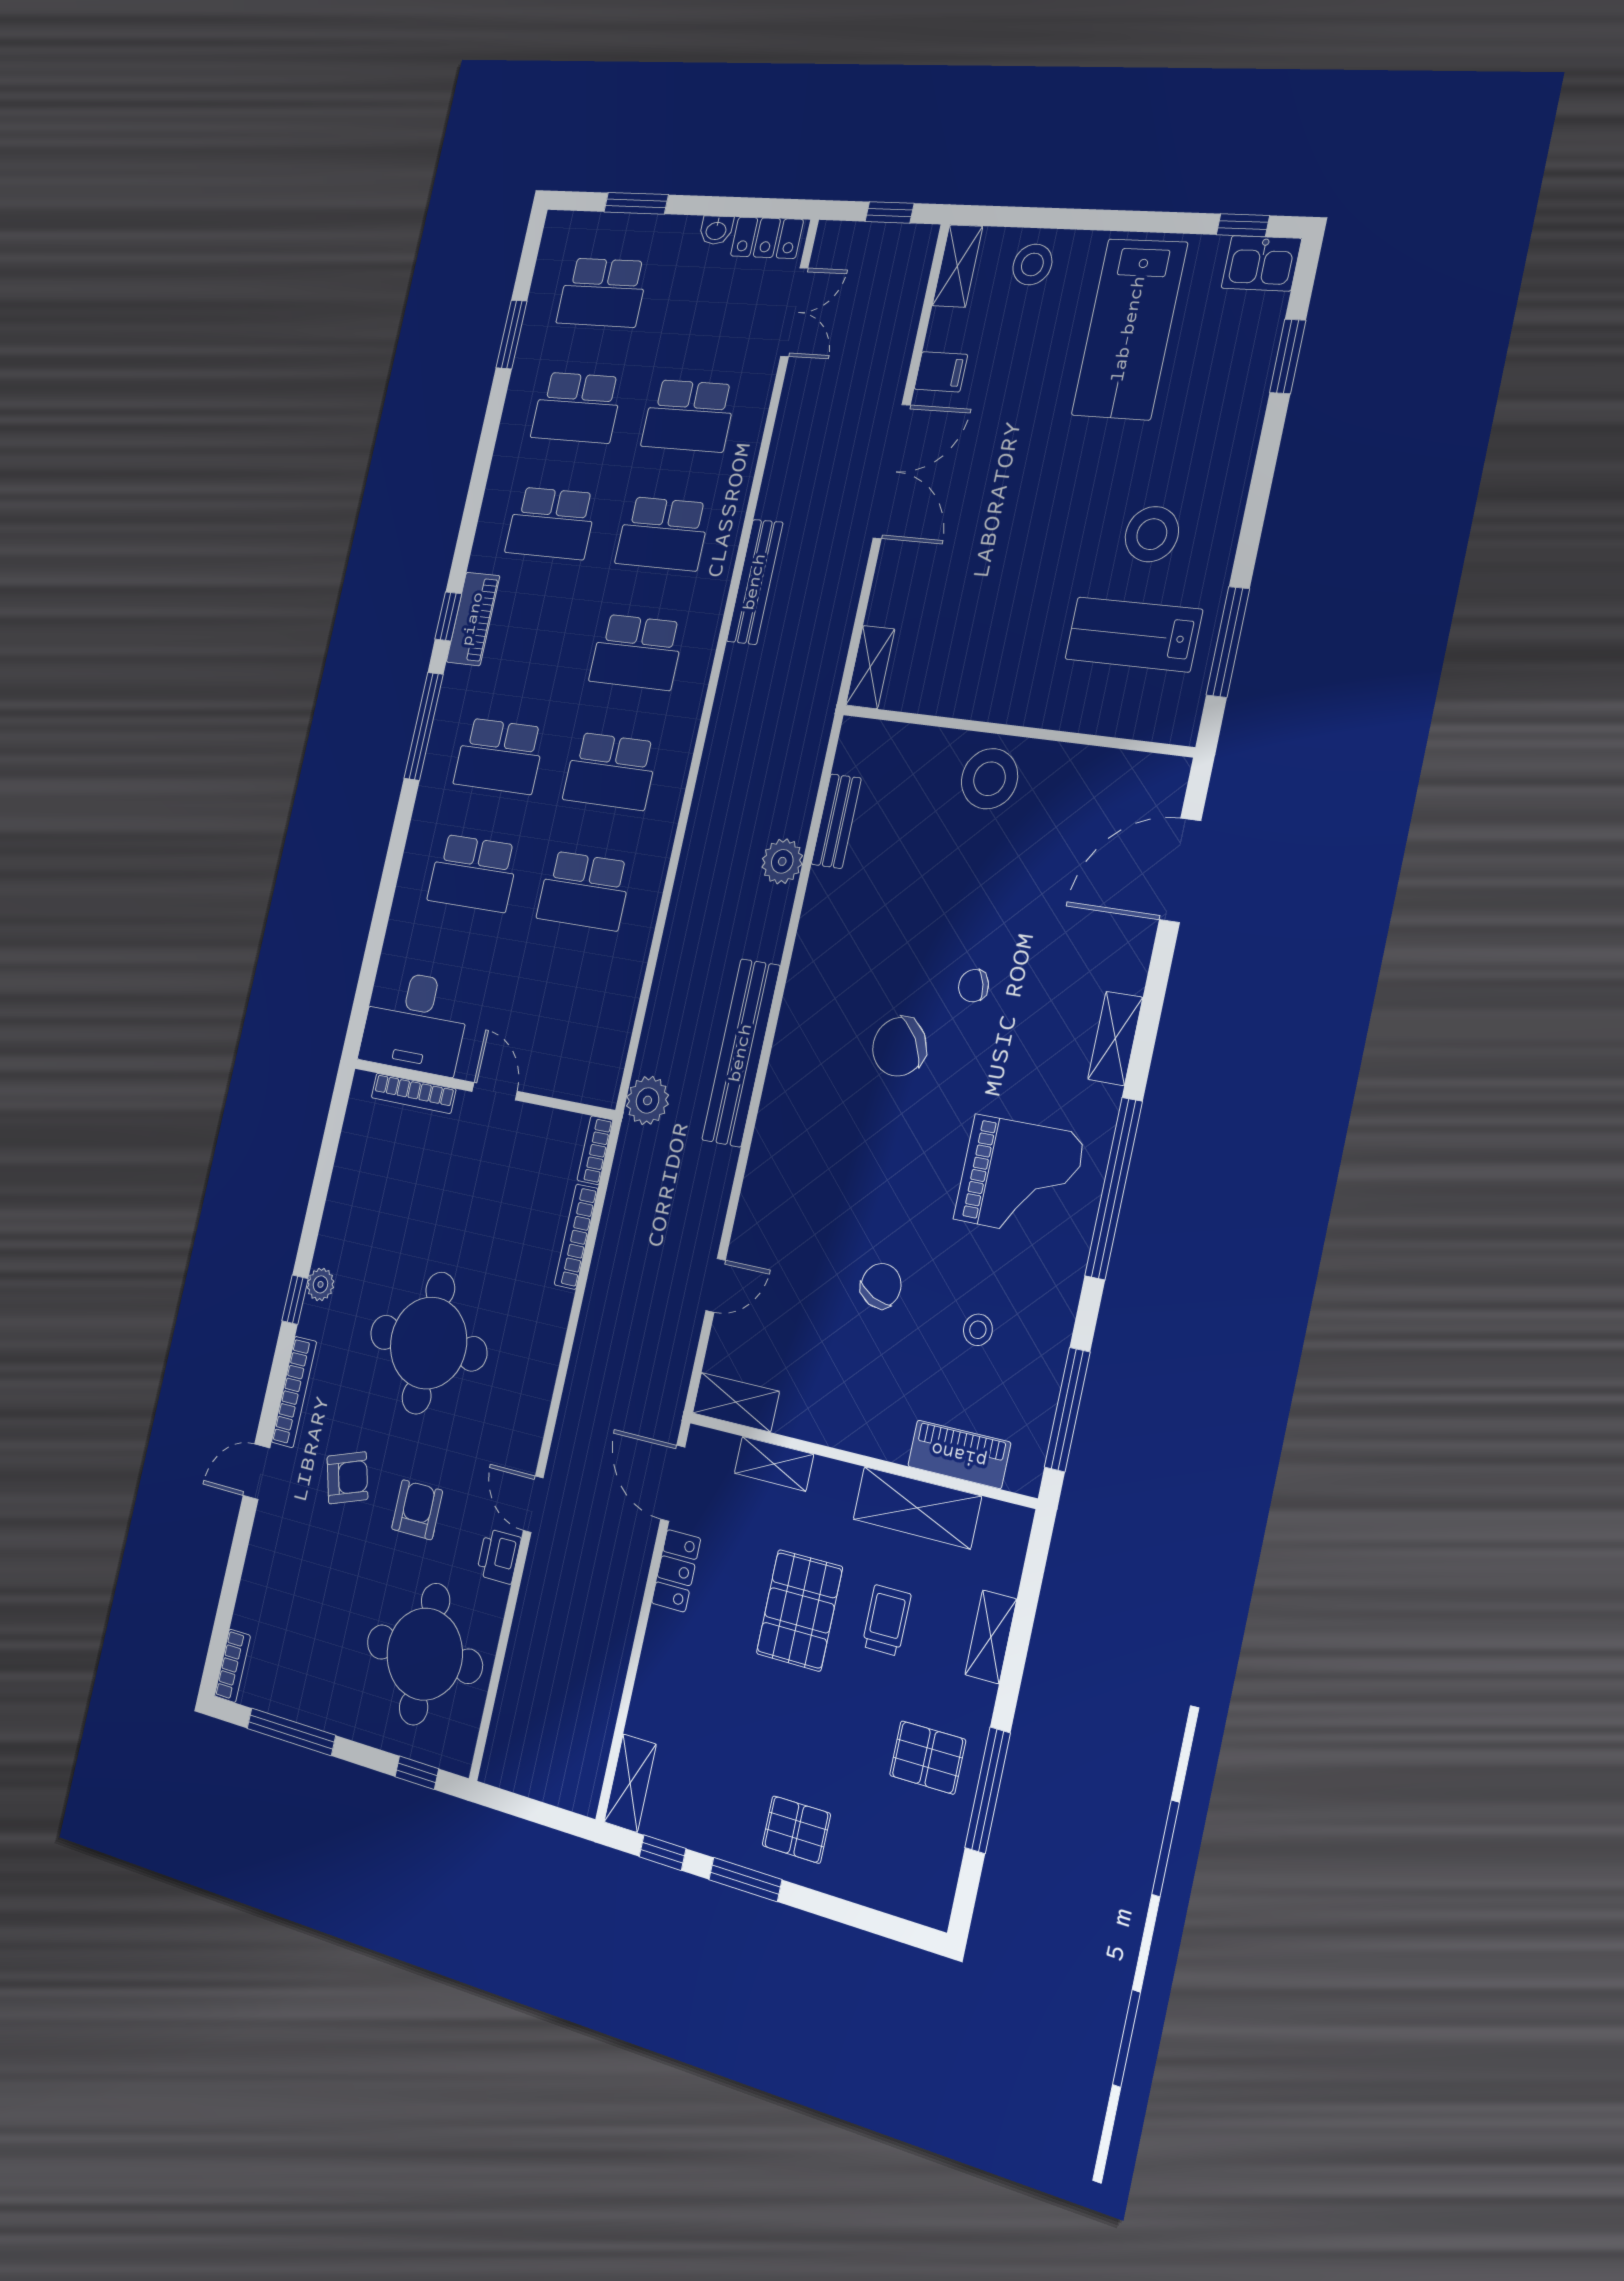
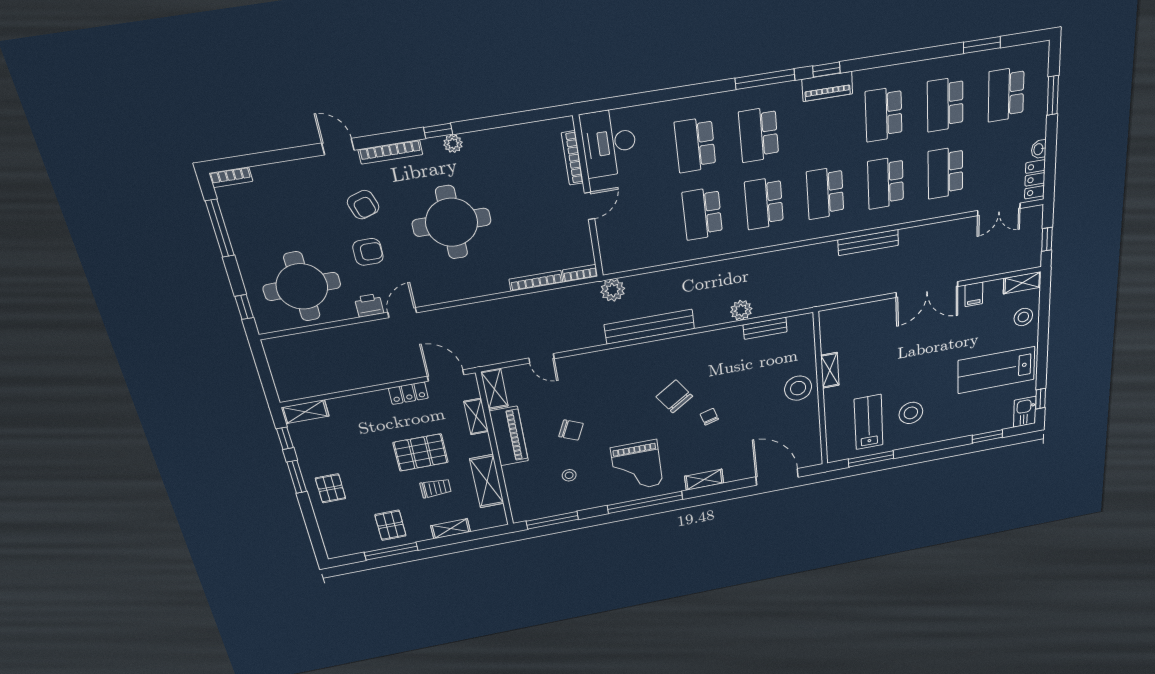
shelving: (870, 667) -> (830, 370), moved, turned 90
piano: (959, 1454) -> (509, 436), moved, width x1.37, depth x1.33
door: (673, 1483) -> (446, 375), hinge flipped

